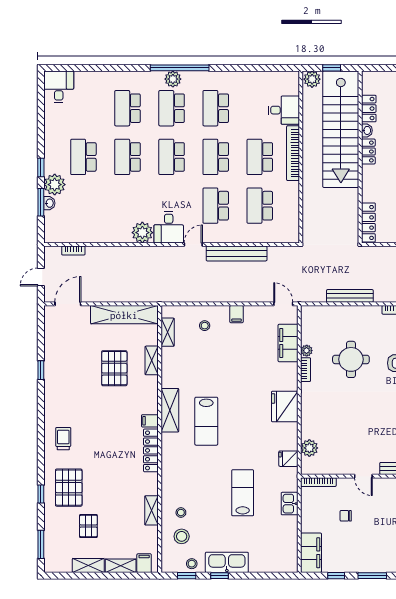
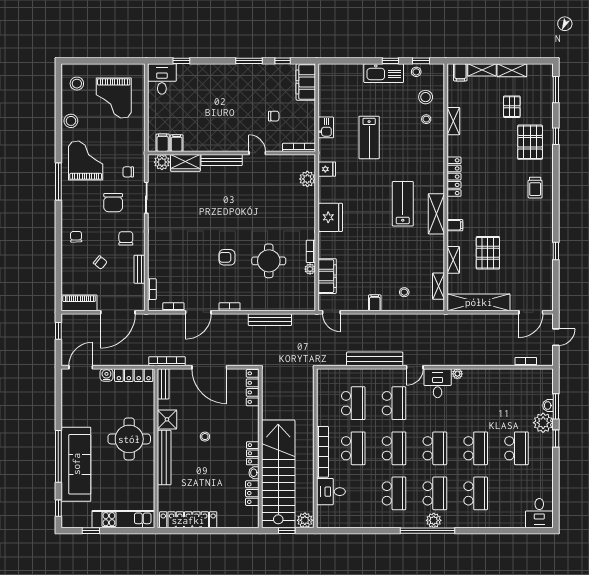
plant: (142, 233) -> (457, 374), width x0.53, depth x0.53
filing cabinet: (150, 421) -> (455, 225), moved

